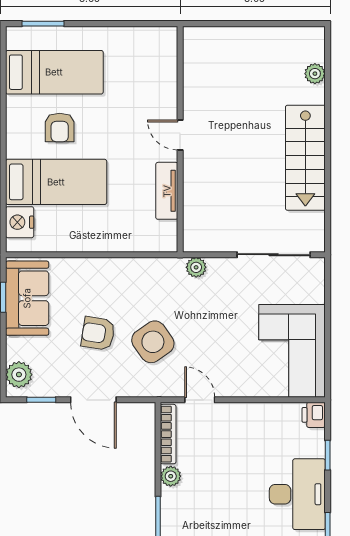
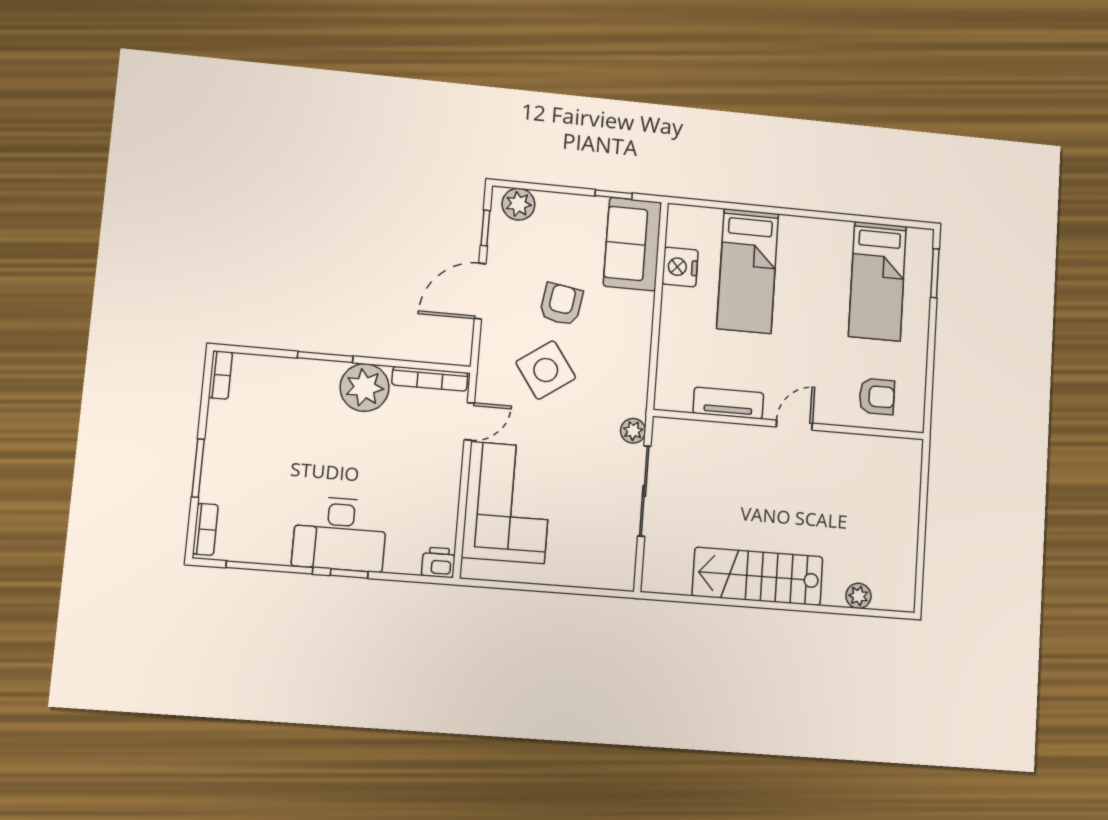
armchair: (60, 127) -> (877, 396), moved, turned 180
nightstand: (20, 222) -> (680, 267), moved, turned -90
sliding door: (274, 255) -> (644, 491), moved
sofa: (27, 298) -> (633, 244), moved, turned 90
corner sofa: (292, 351) -> (507, 503), moved, turned 90
window: (328, 455) -> (349, 573), moved
plant: (171, 476) -> (365, 388), width x1.88, depth x1.88

